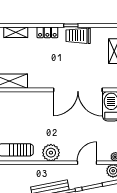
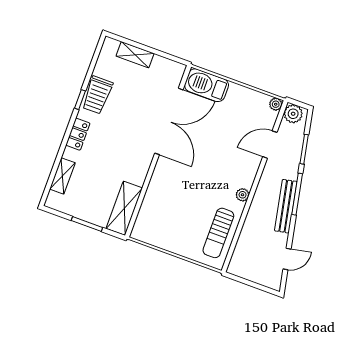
plant: (51, 153) -> (243, 195), width x0.53, depth x0.53
door: (87, 163) -> (270, 145), hinge flipped

